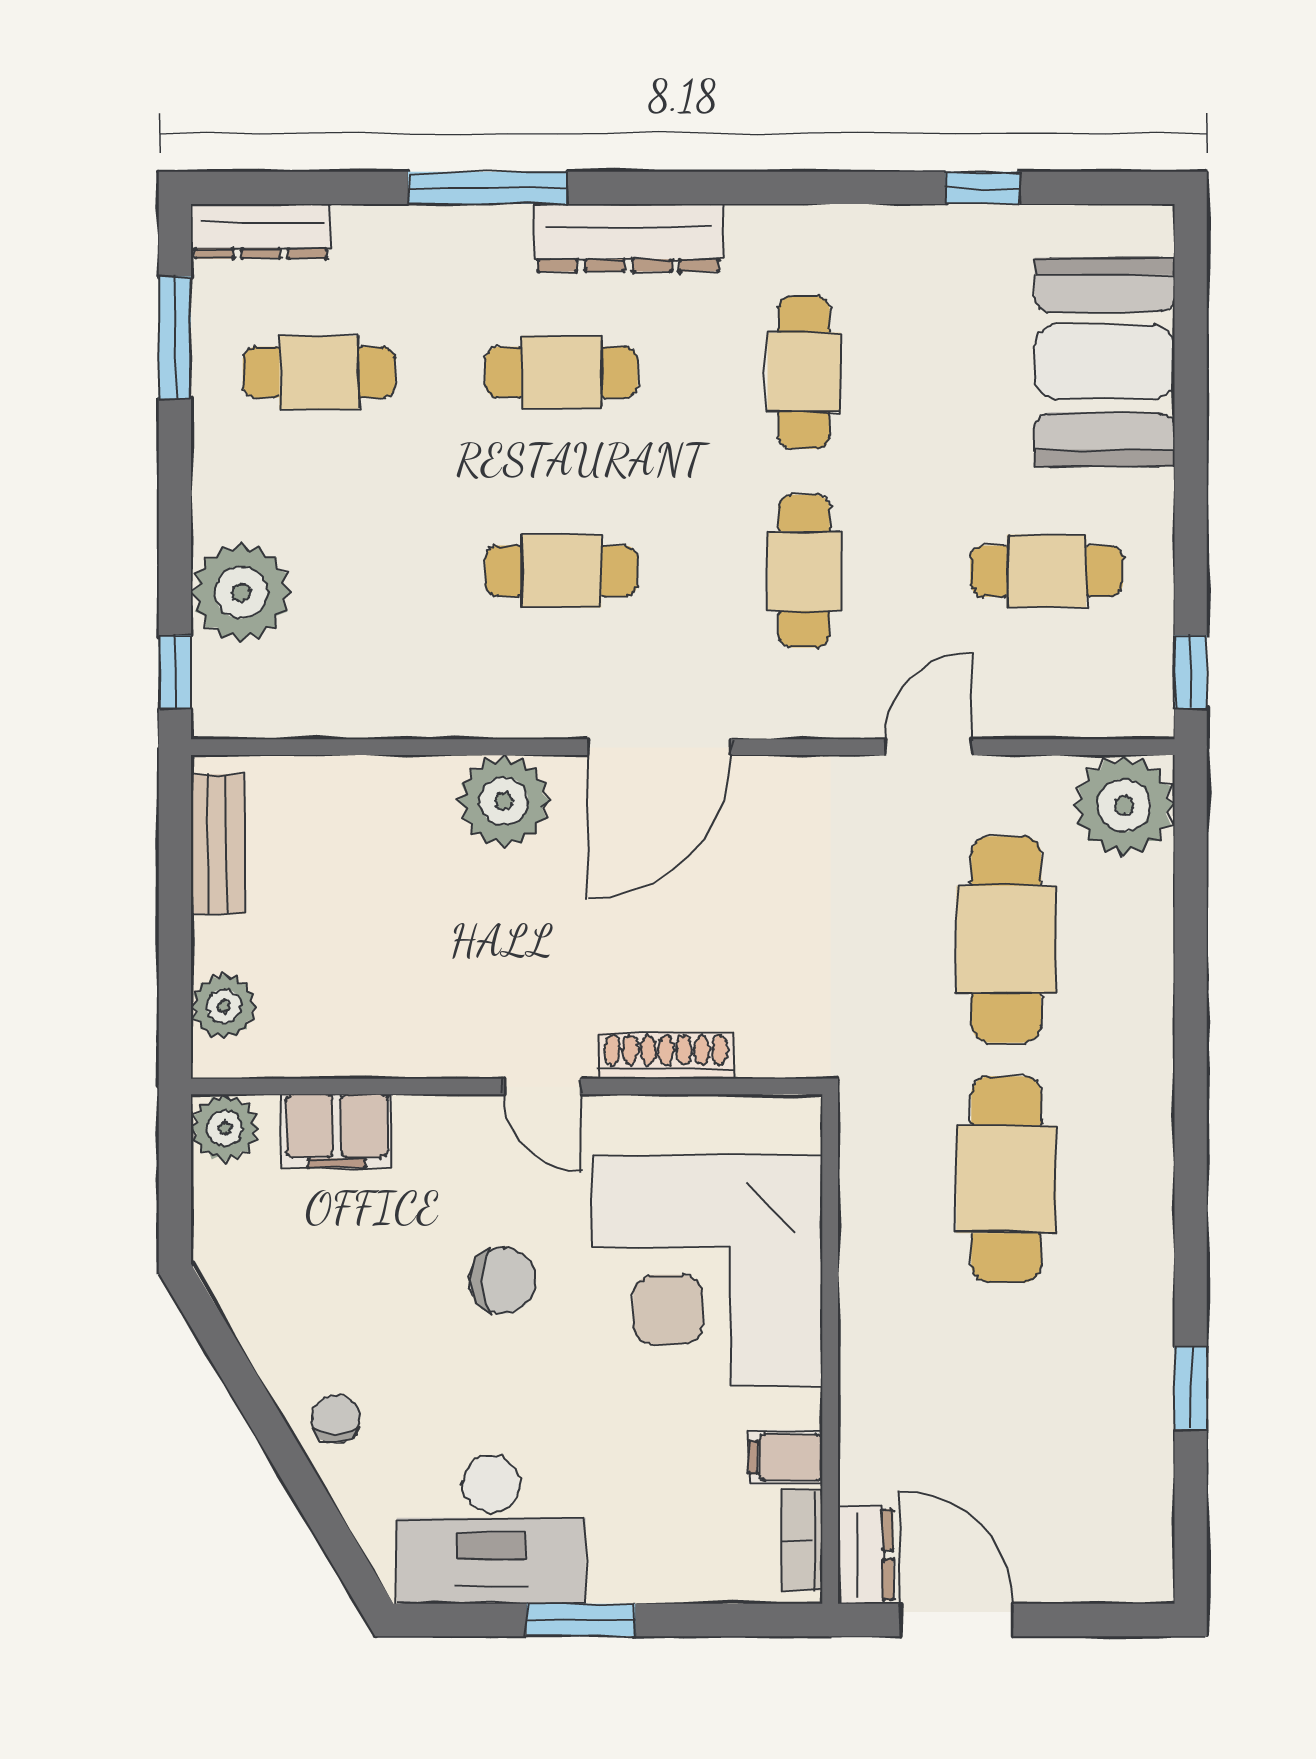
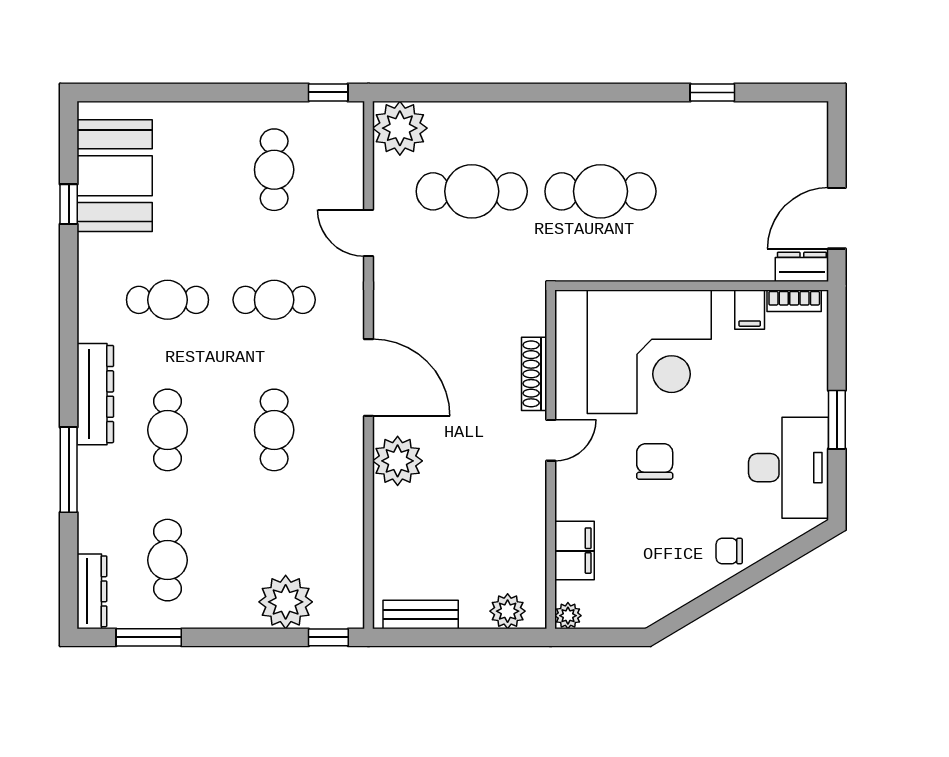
booth: (1105, 362) -> (115, 176), moved, turned 90
plant: (225, 1128) -> (568, 616), width x0.73, depth x0.73

